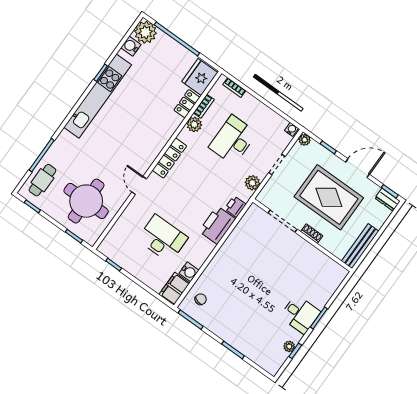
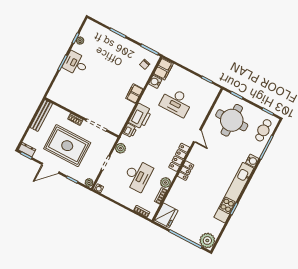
water cooler: (131, 46) -> (252, 161), moved
locker: (187, 104) -> (186, 171), moved
filing cabinet: (221, 259) -> (134, 94), added

